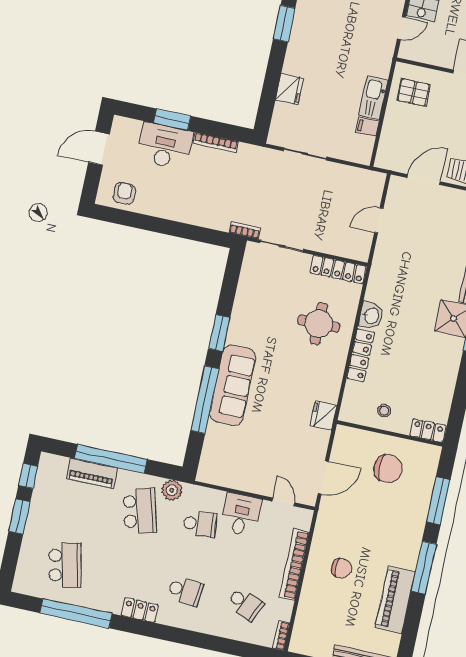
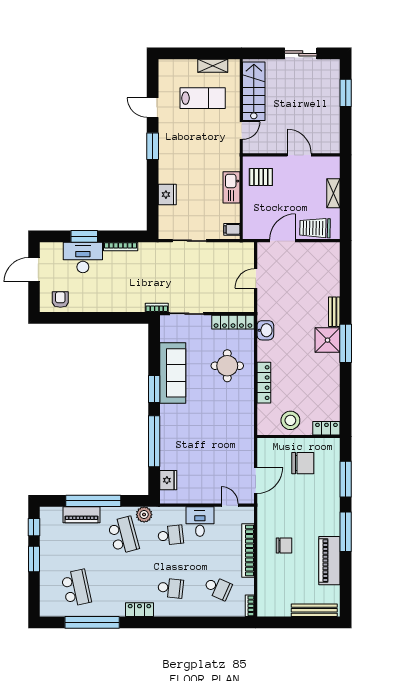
filing cabinet: (367, 127) -> (232, 229), moved
washbasin: (371, 316) -> (265, 330), moved
sofa: (233, 385) -> (173, 373), moved
stool: (384, 411) -> (290, 420), width x1.89, depth x1.89
fridge: (323, 416) -> (168, 480), moved, turned 180

